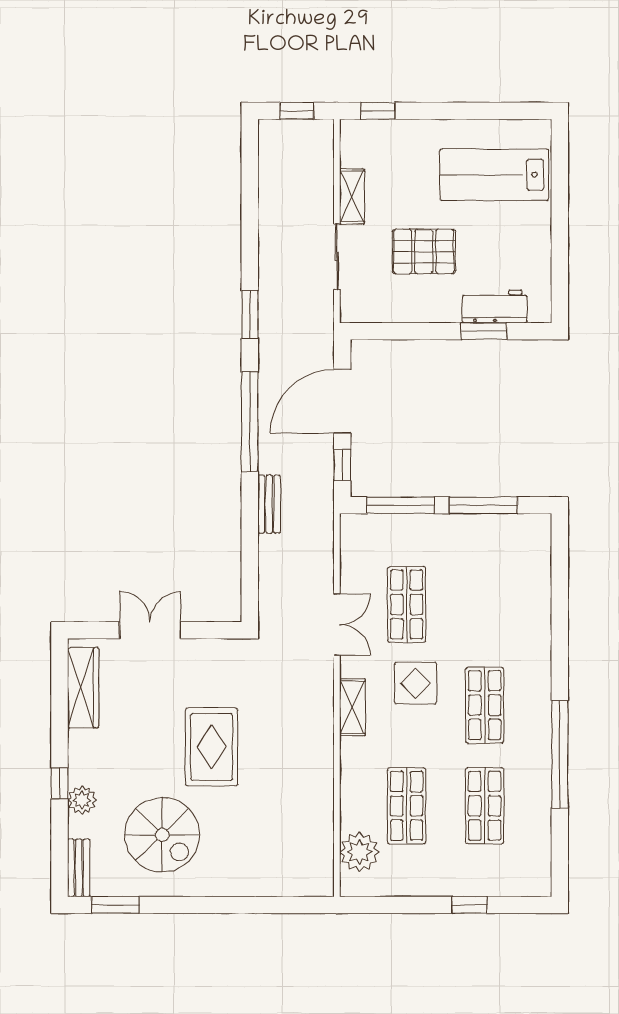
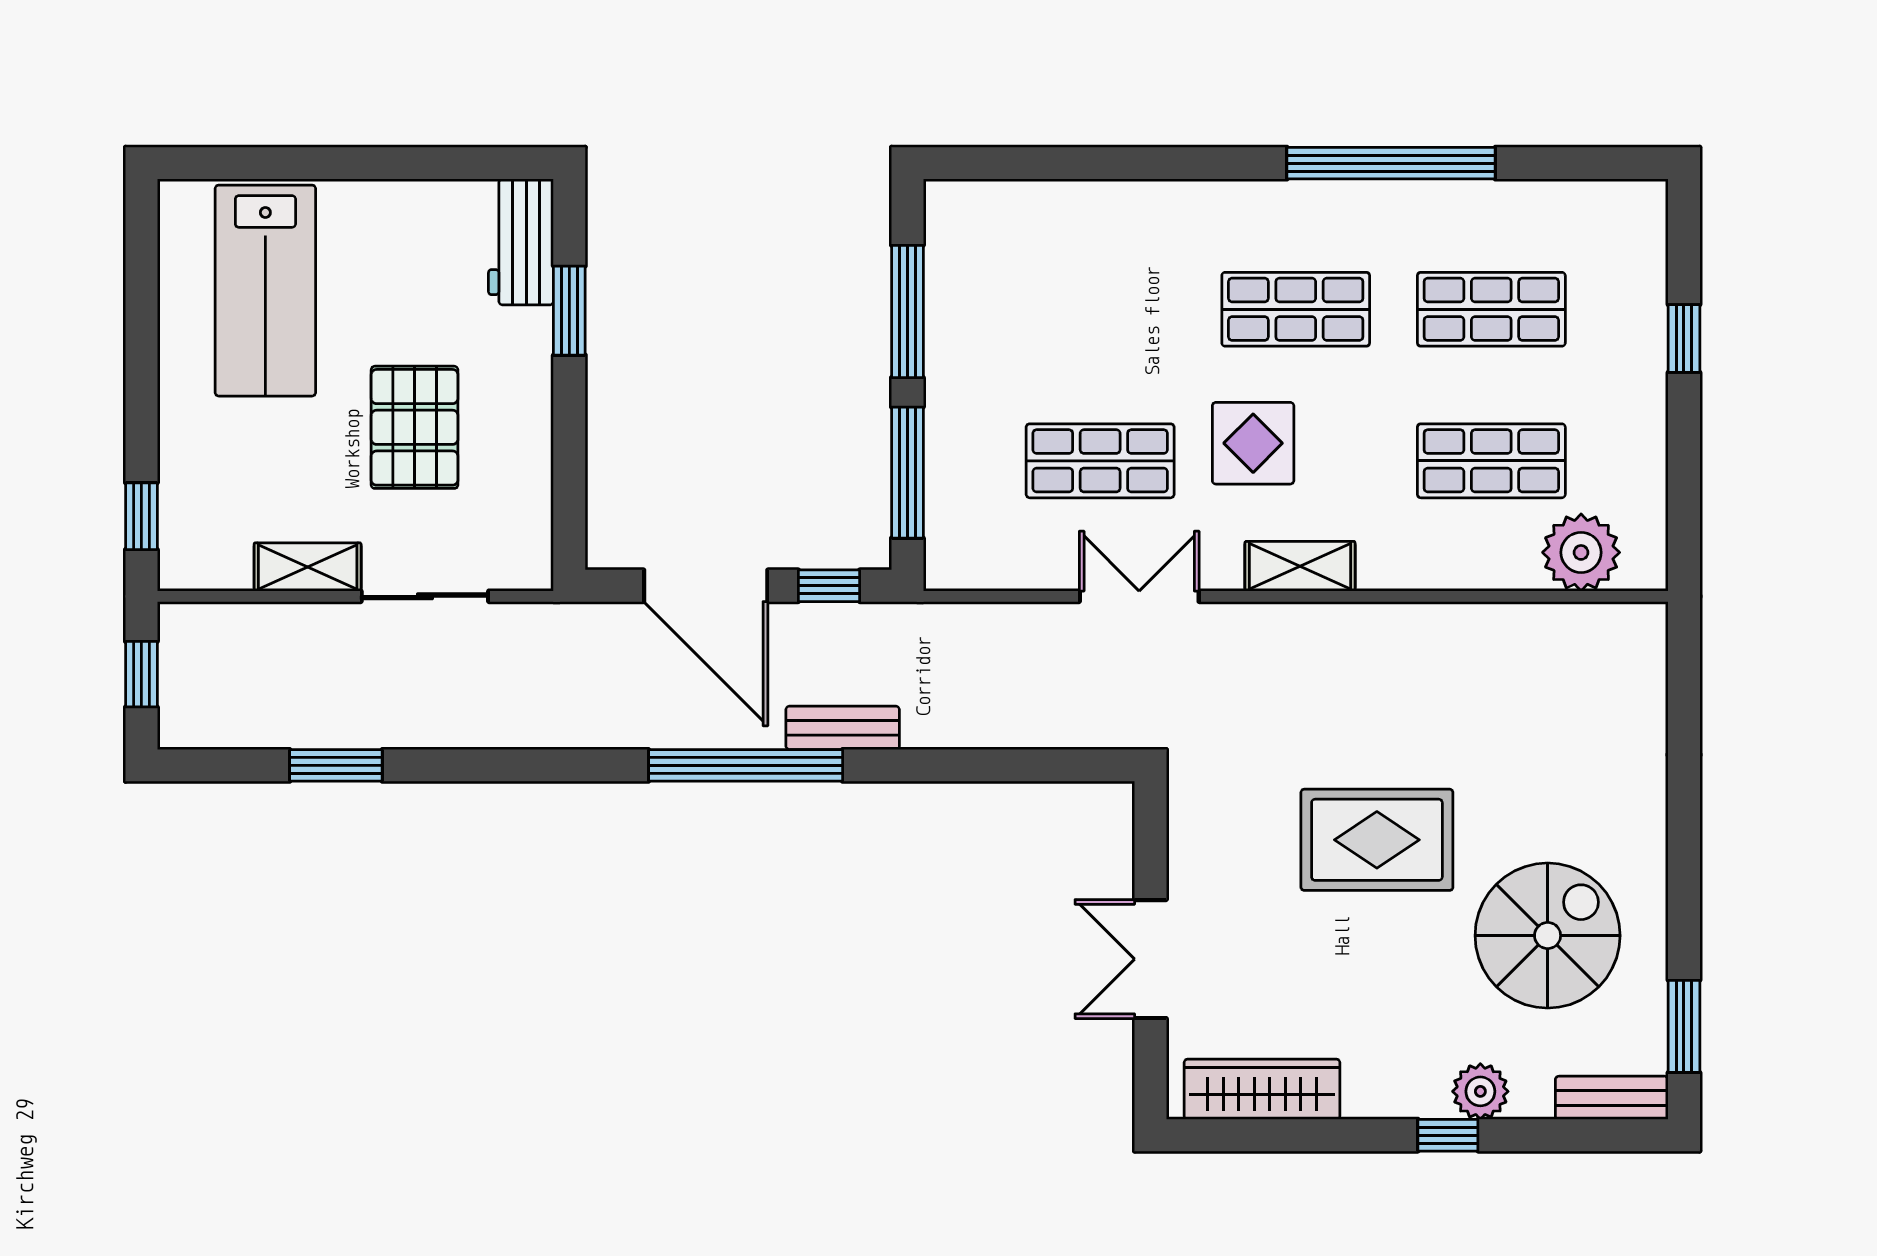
workbench: (495, 306) -> (521, 242), moved
window: (250, 314) -> (336, 765), moved
bench: (269, 504) -> (843, 728), moved

